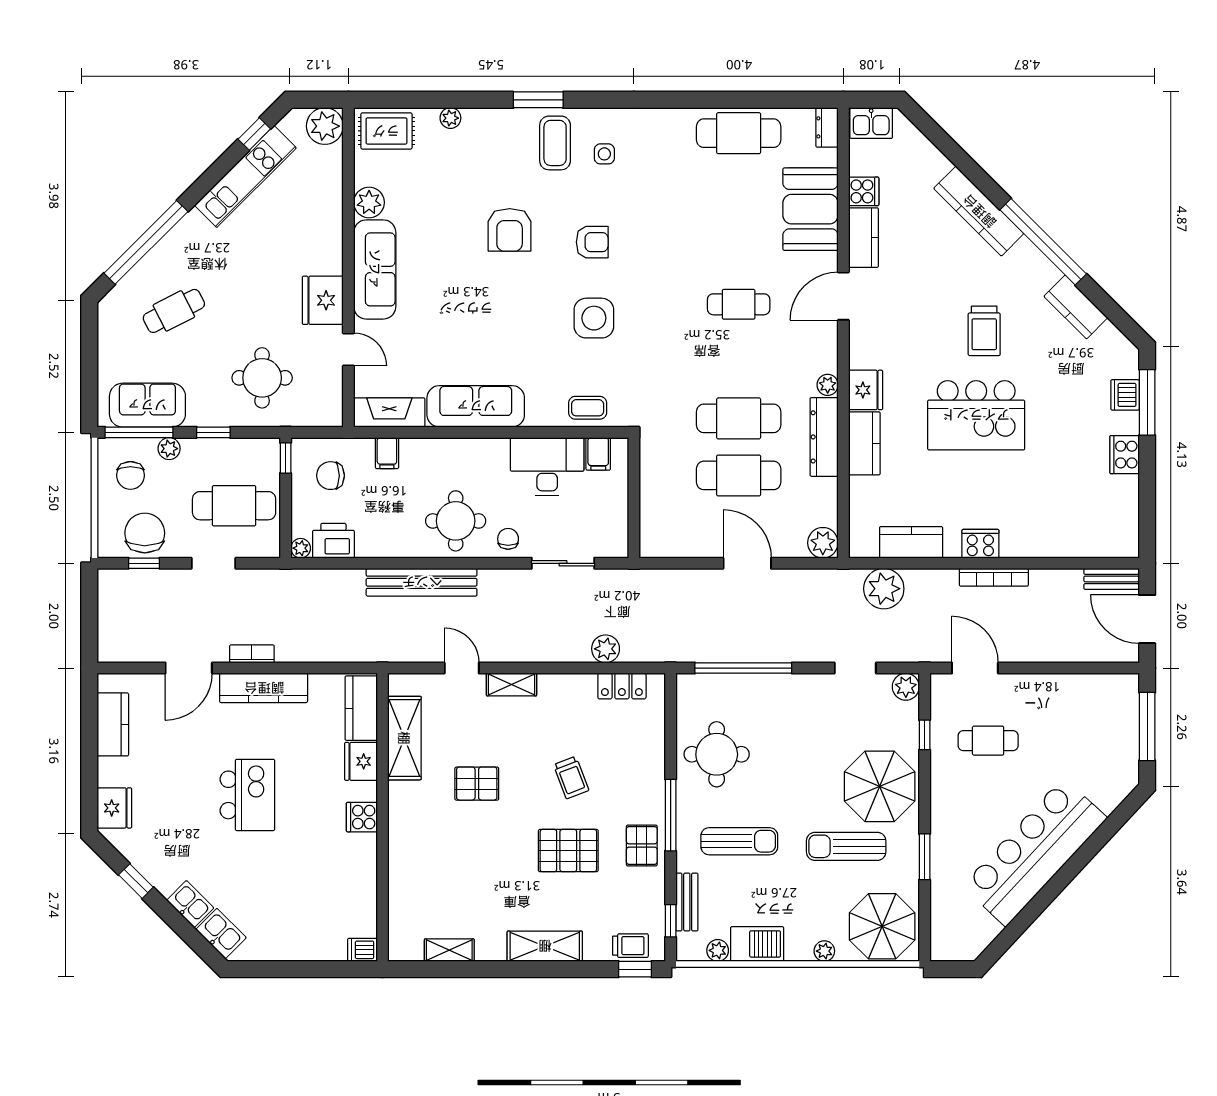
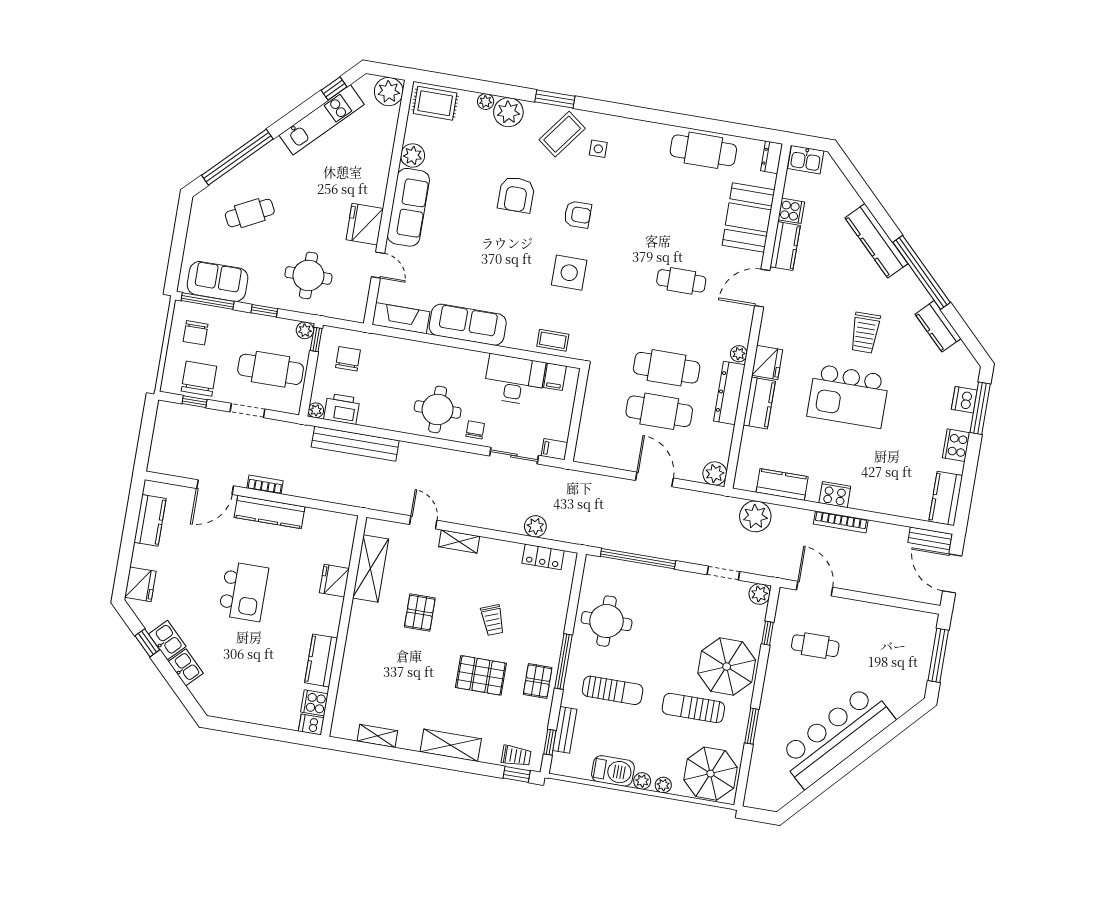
plant: (482, 127) -> (508, 112), added
coffee table: (555, 143) -> (562, 134), turned 37
plant: (169, 449) -> (305, 330), moved
filing cabinet: (387, 453) -> (554, 449), moved, turned 90
chair: (330, 476) -> (348, 359), turned 90
kitchen counter: (1123, 525) -> (946, 498), added
bench: (422, 582) -> (355, 444), moved
kitchen counter: (361, 708) -> (321, 660), moved
pallet: (477, 784) -> (420, 612), turned 90
cooker: (362, 817) -> (314, 703), moved
kitchen sink: (221, 934) -> (167, 640), moved
plant: (718, 950) -> (642, 781), moved

